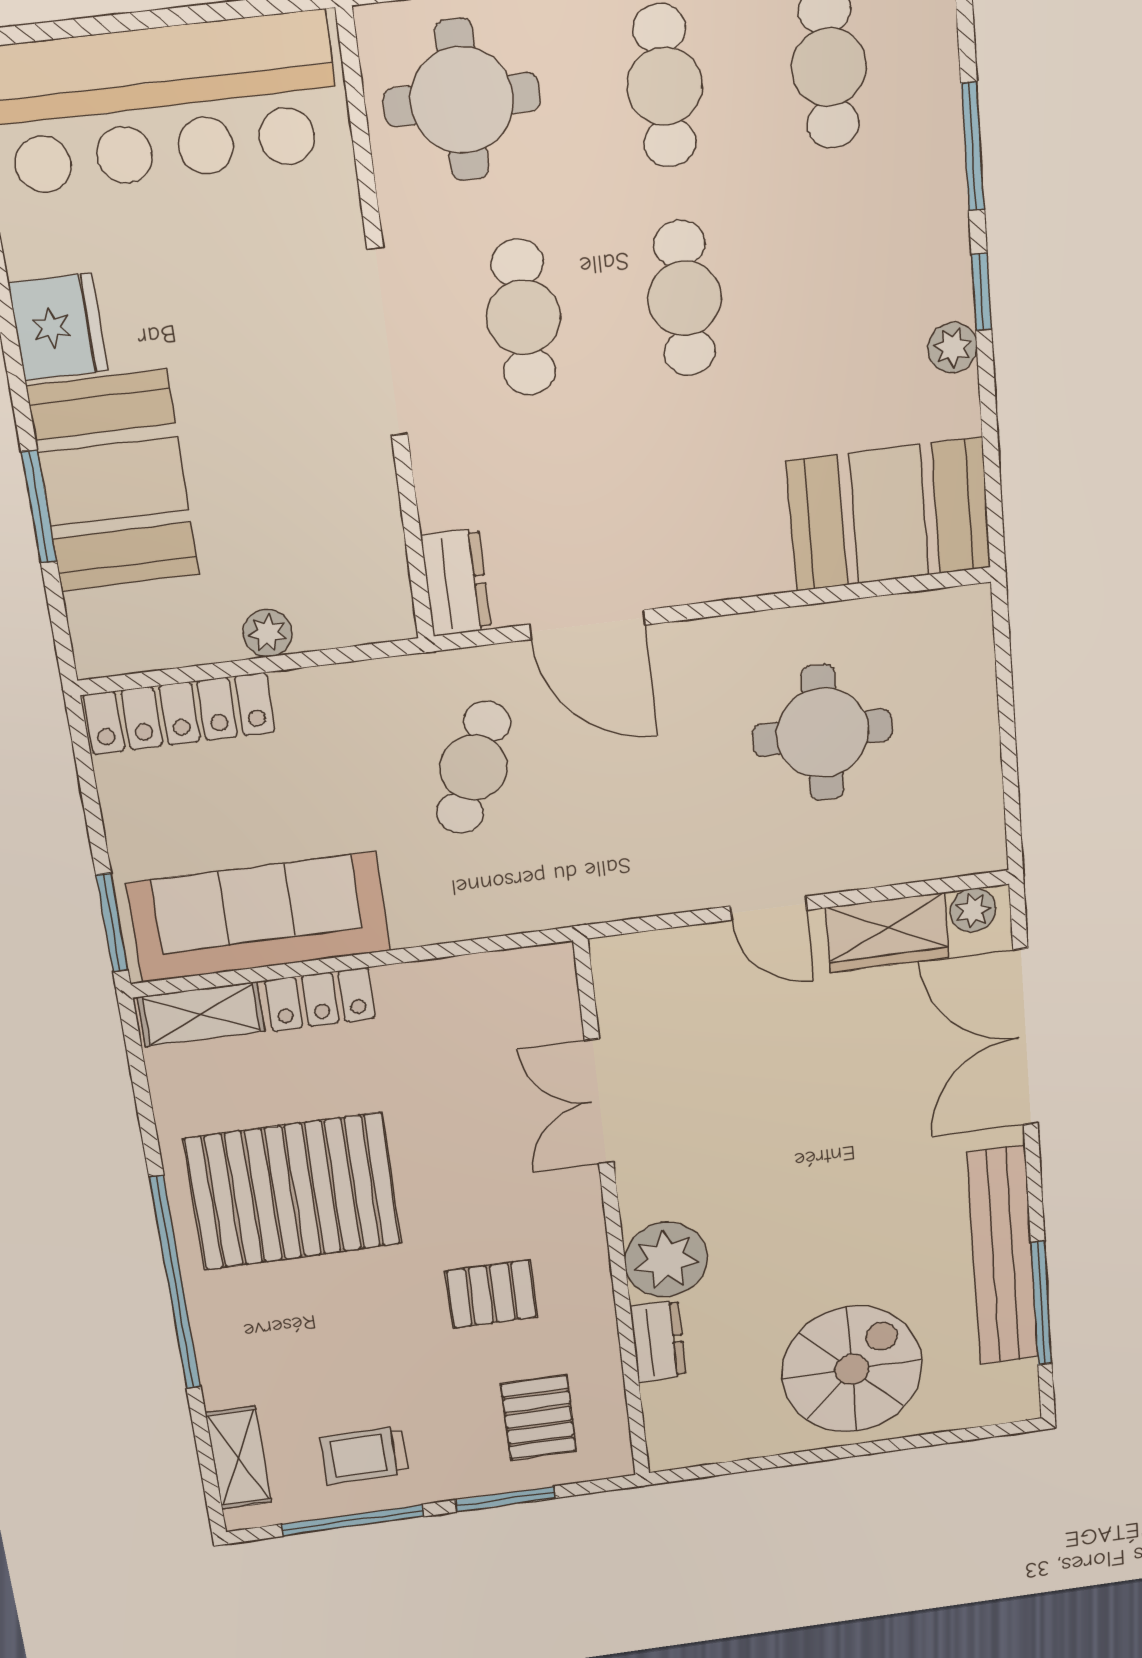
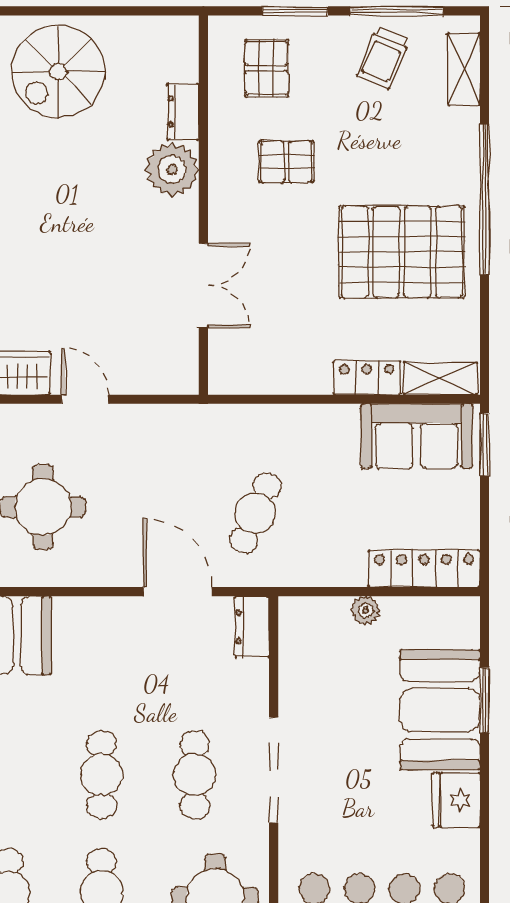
sofa: (259, 917) -> (417, 436), width x0.73
trolley: (364, 1455) -> (383, 58), turned 113

